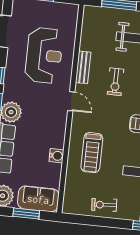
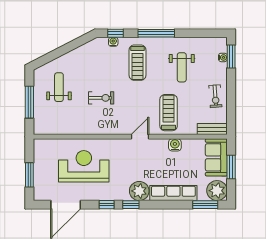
bench: (83, 67) -> (212, 129), moved
door: (71, 101) -> (140, 137), moved
treadmill: (92, 153) -> (169, 113), turned -90

